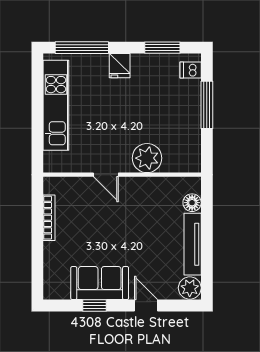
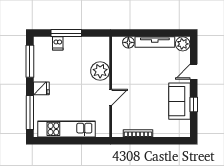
window: (162, 48) -> (30, 61), width x1.44
dishwasher: (191, 70) -> (58, 43), moved

